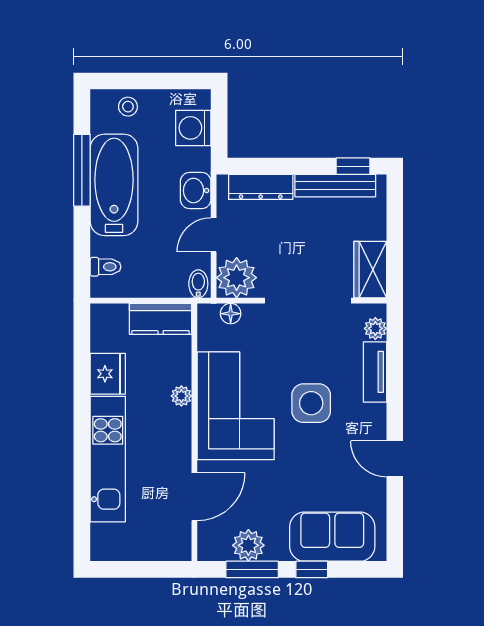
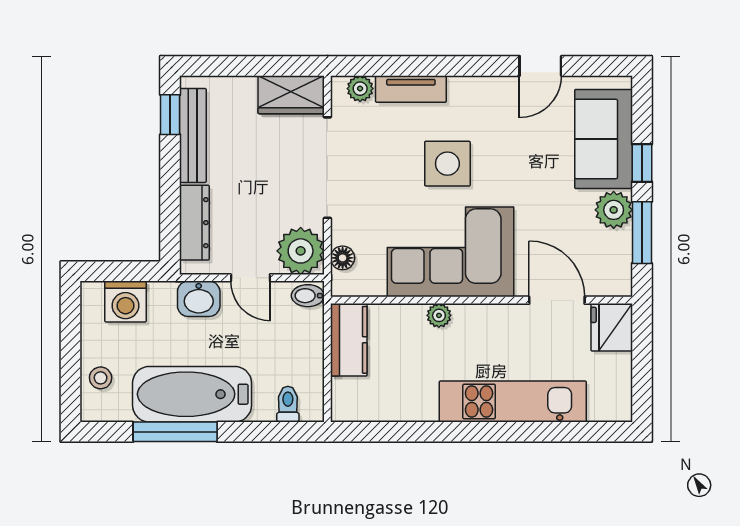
fridge: (108, 374) -> (612, 327), moved, turned -90
door: (395, 459) -> (540, 66), moved
plant: (248, 545) -> (614, 210), moved

